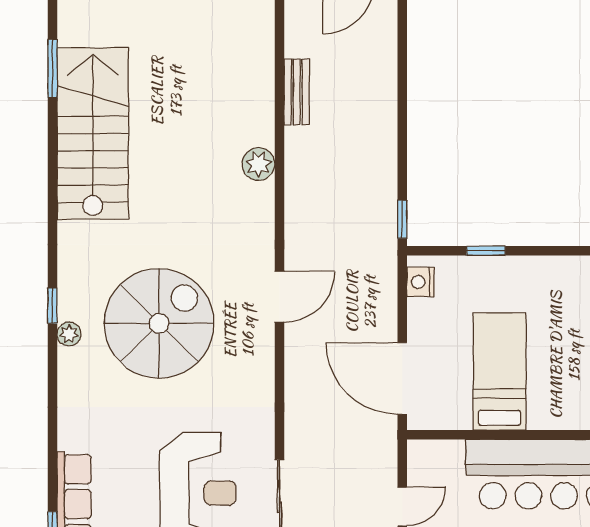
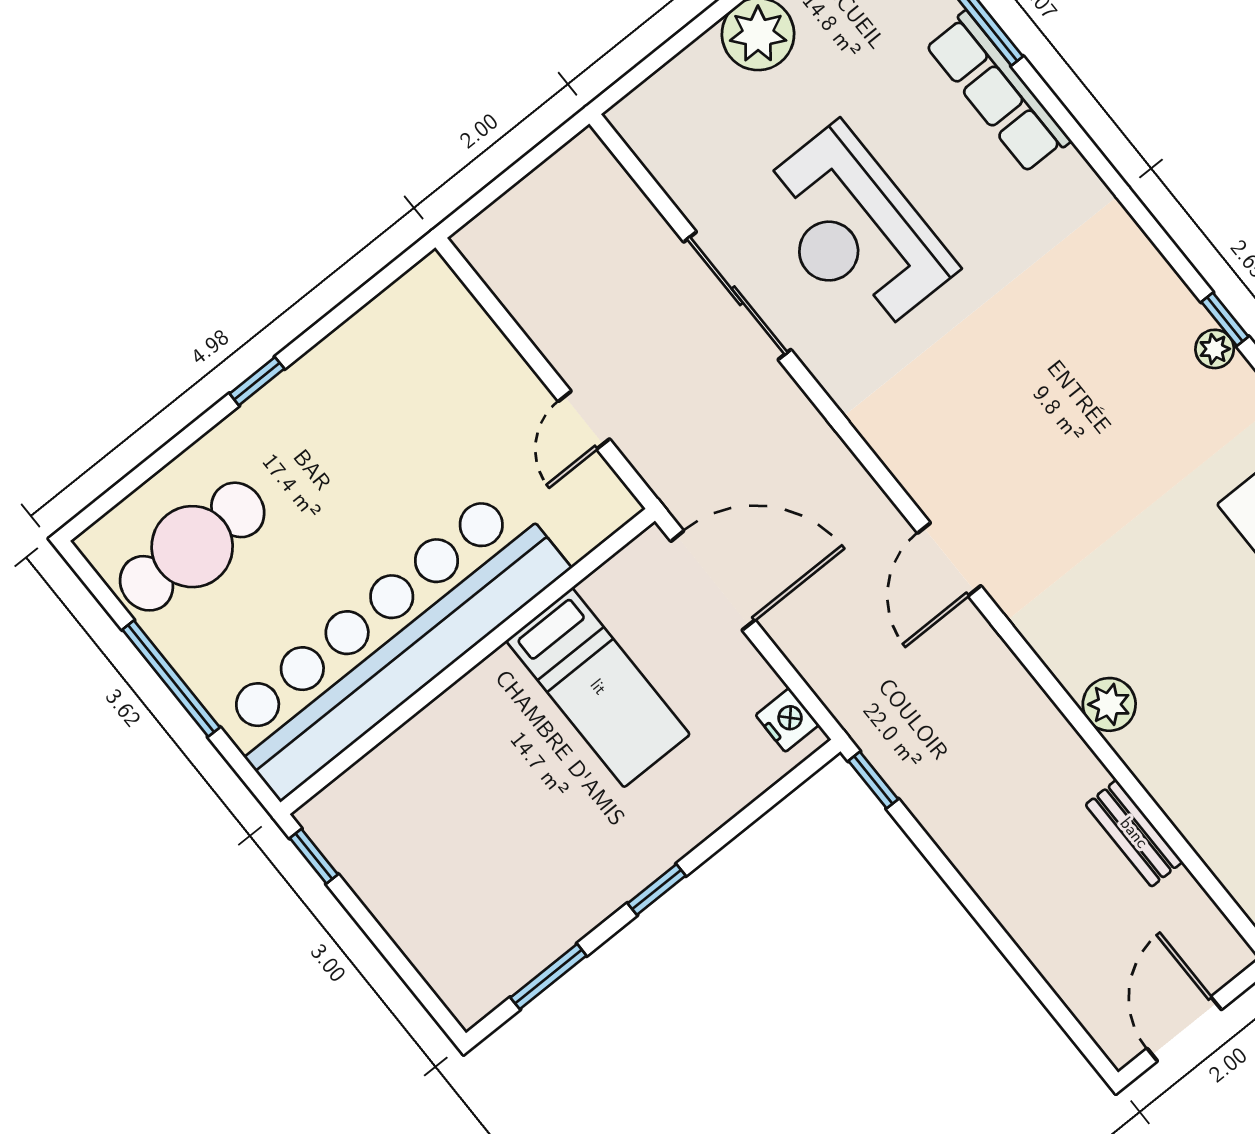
window: (486, 251) -> (657, 890), moved
spiral stairs: (159, 323) -> (1073, 405), removed
plant: (69, 334) -> (1215, 349), moved

